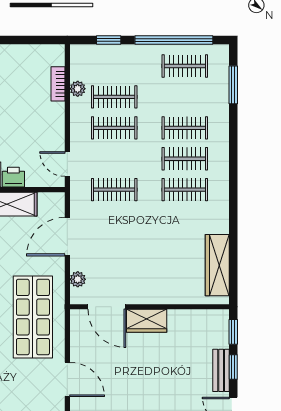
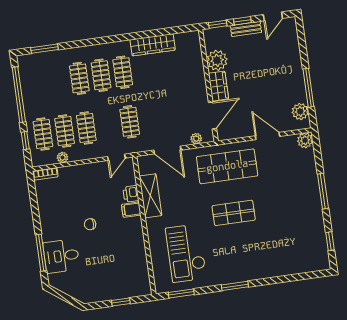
clothes rail: (185, 66) -> (43, 134), moved
bookcase: (58, 84) -> (45, 174), moved
wardrobe: (217, 265) -> (153, 45), moved
plant: (183, 324) -> (217, 60), added
door: (67, 379) -> (267, 136), hinge flipped

